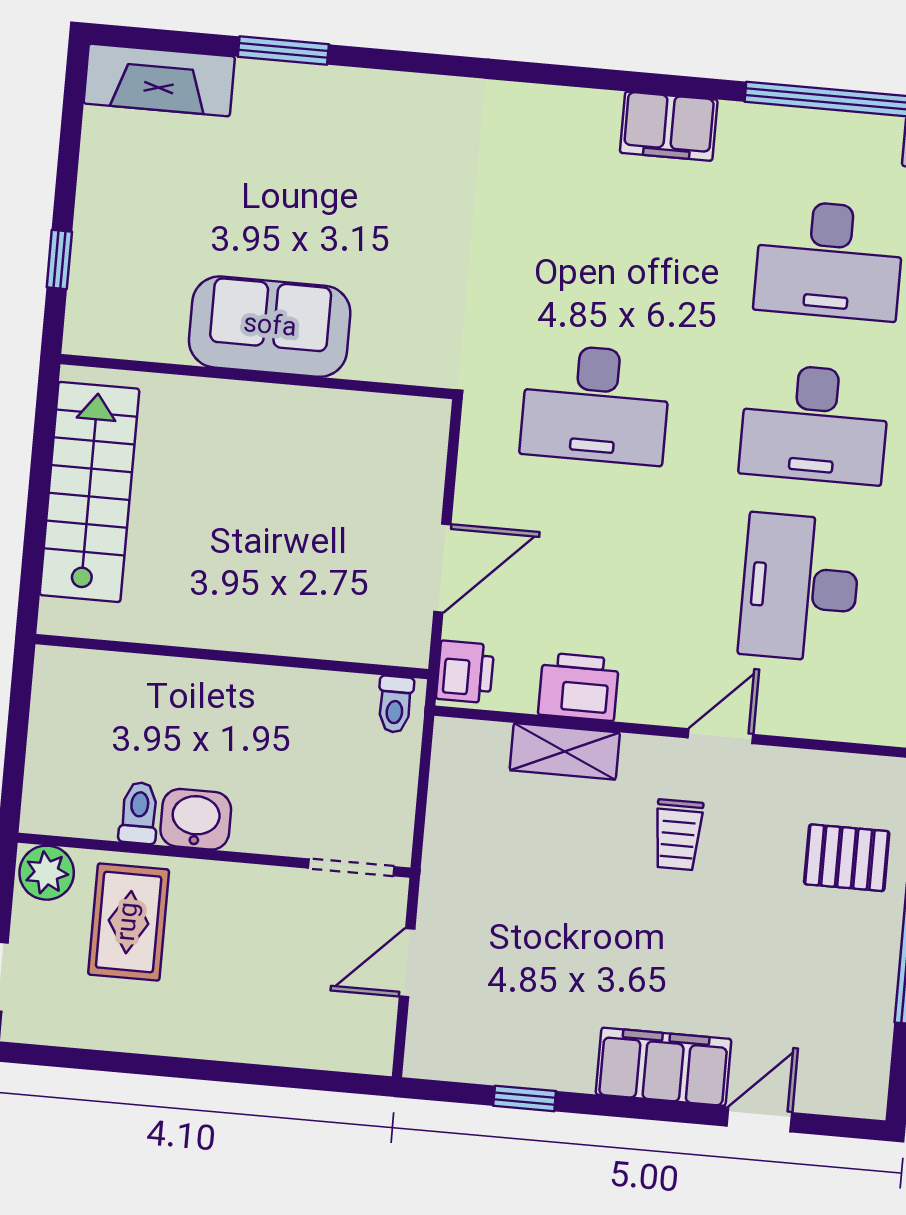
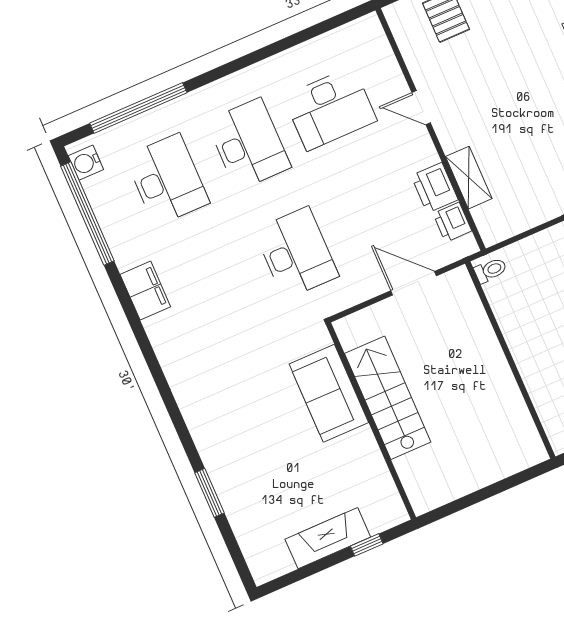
fireplace: (159, 80) -> (328, 538), moved, turned -90
sofa: (270, 327) -> (329, 393), moved
stairs: (89, 492) -> (388, 398), moved, turned 90
printer: (465, 672) -> (452, 222), moved, turned -90
trolley: (678, 835) -> (479, 102), removed

